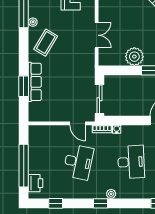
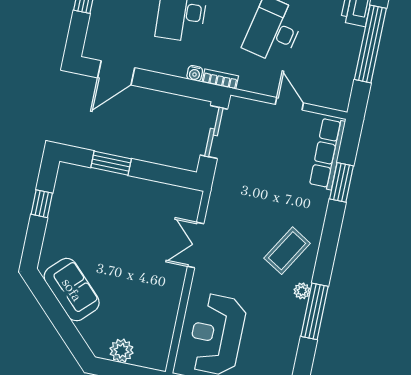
plant: (134, 57) -> (137, 194), removed
row of seats: (35, 82) -> (327, 153), moved
door: (78, 123) -> (289, 104), moved

